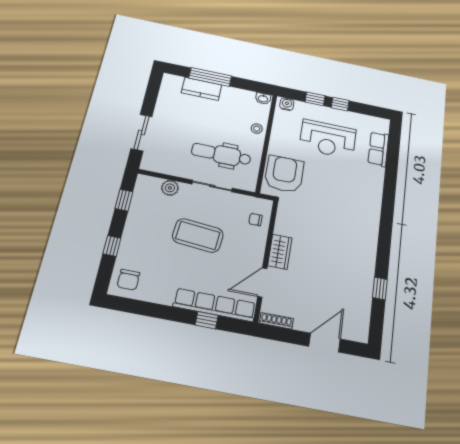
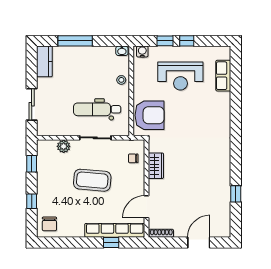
kitchen counter: (202, 89) -> (44, 61), moved, turned -90
armchair: (284, 174) -> (150, 115), turned 90
wardrobe: (280, 252) -> (156, 166), moved

